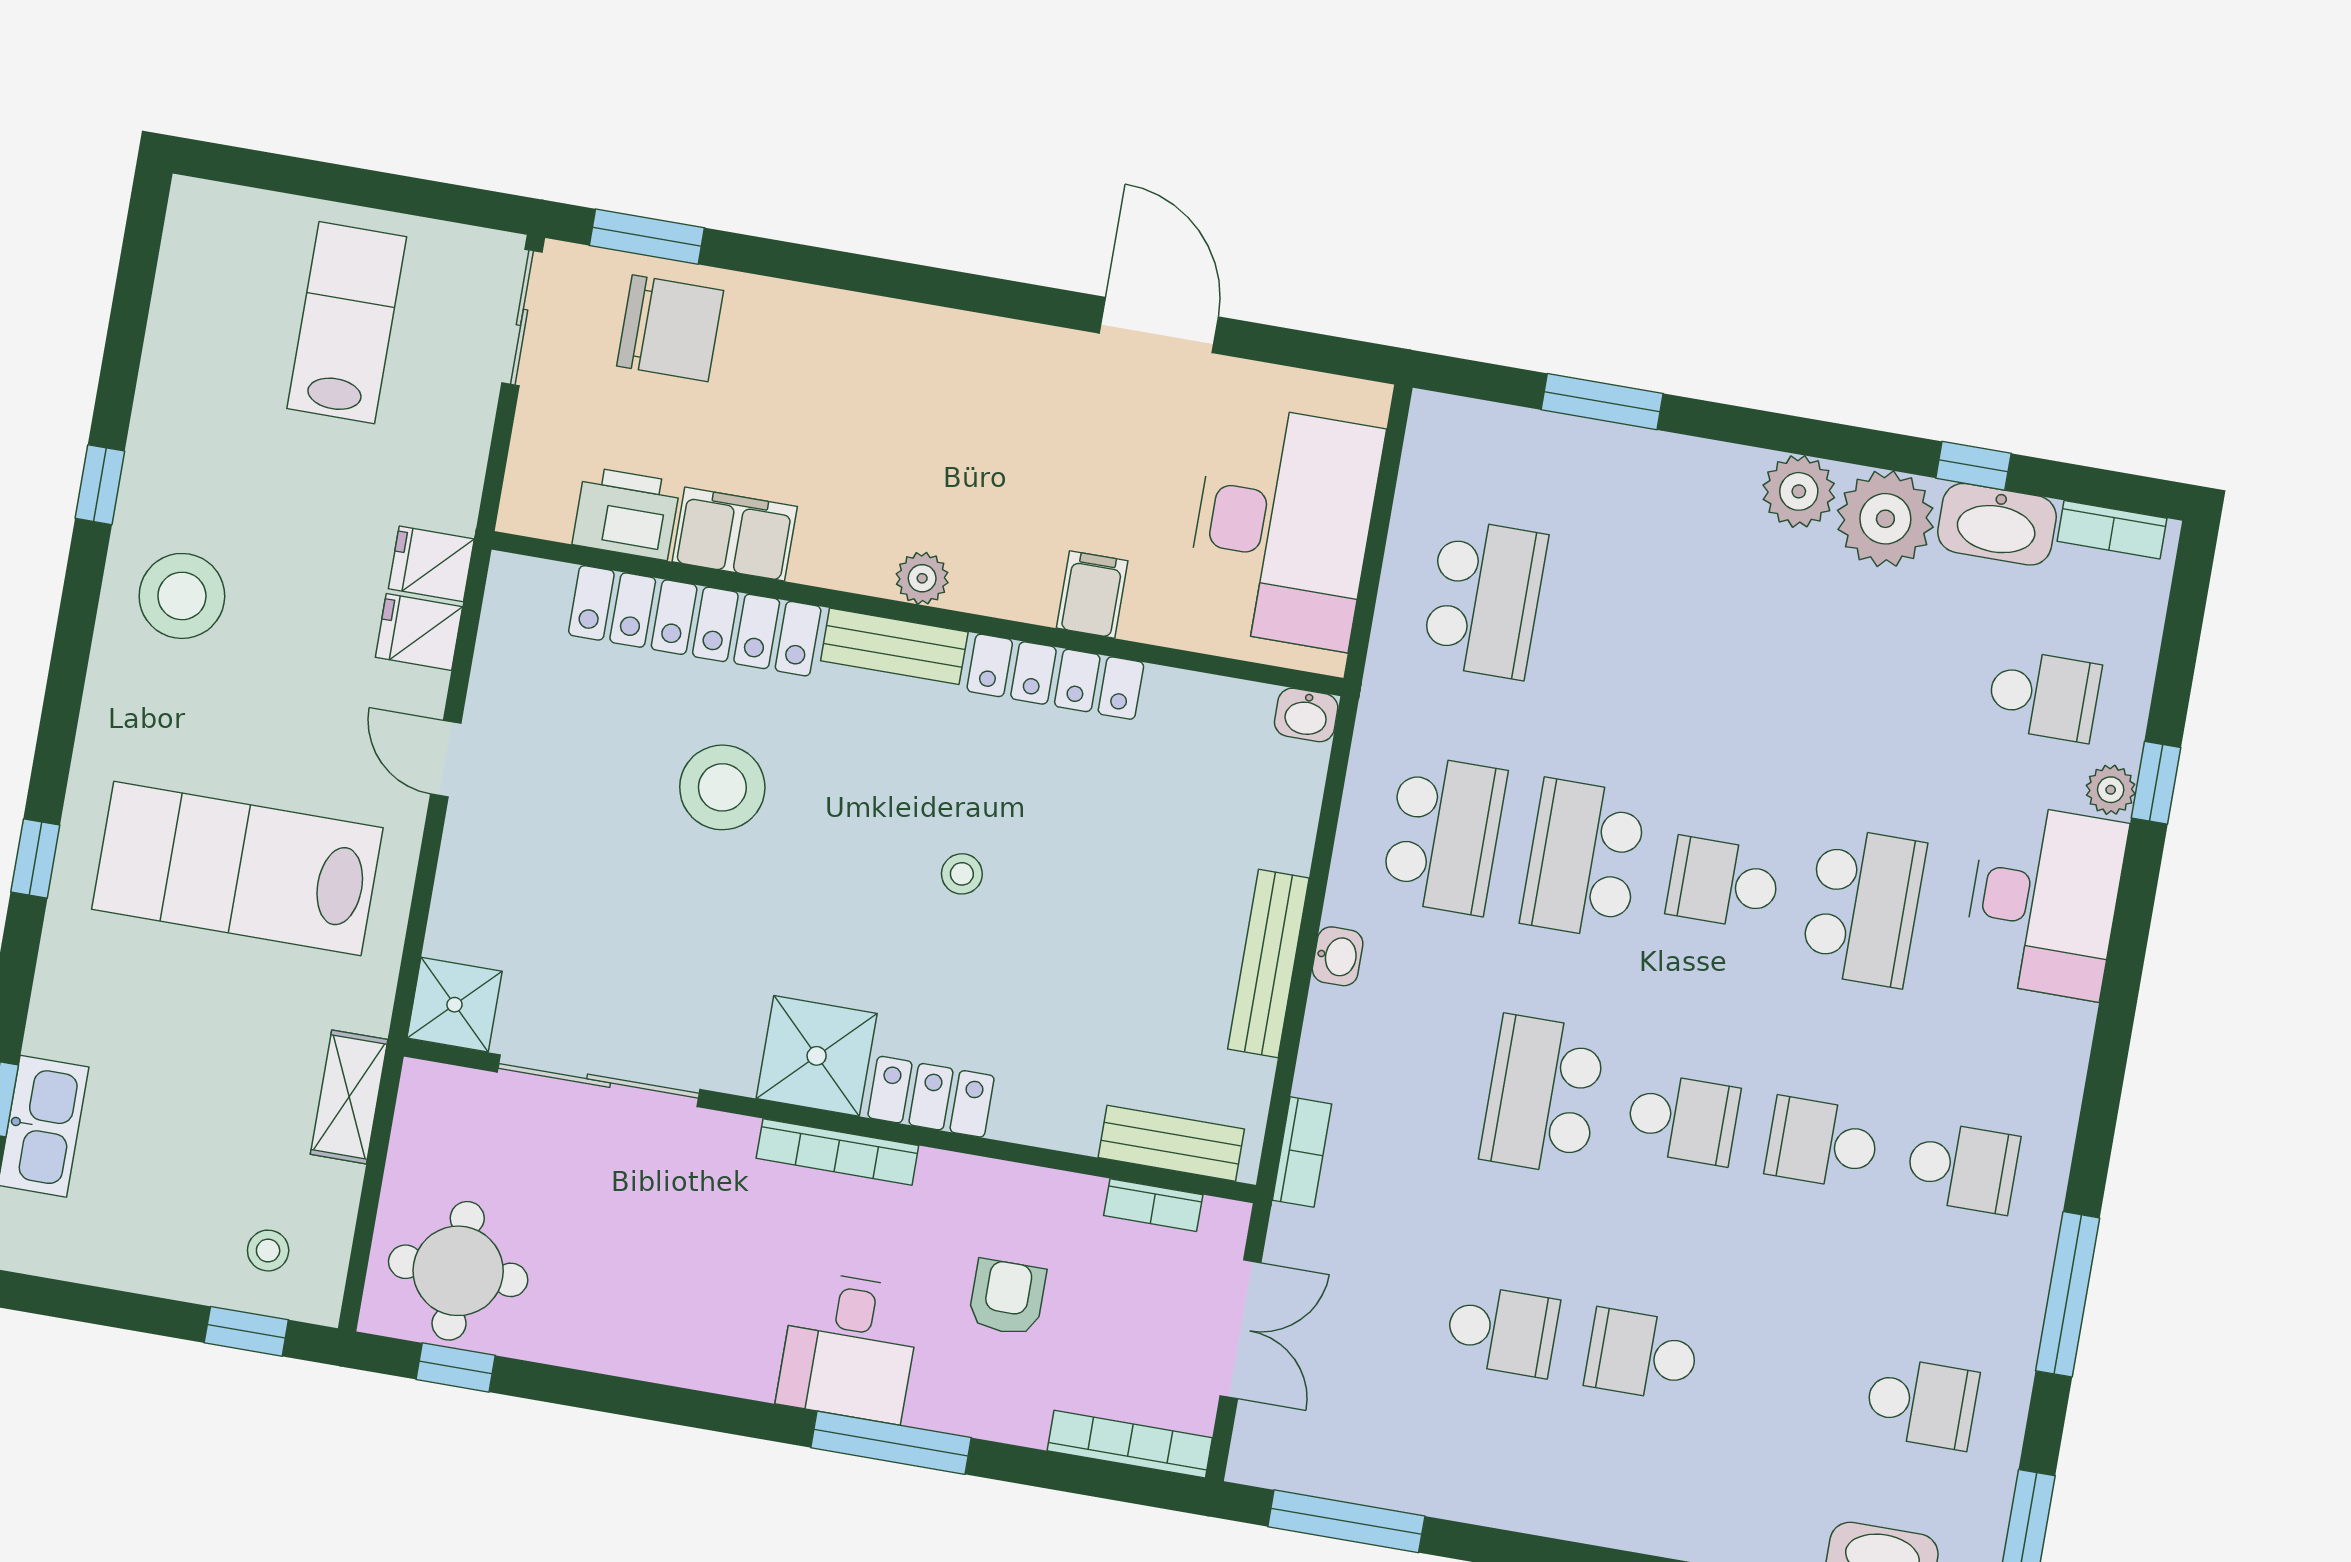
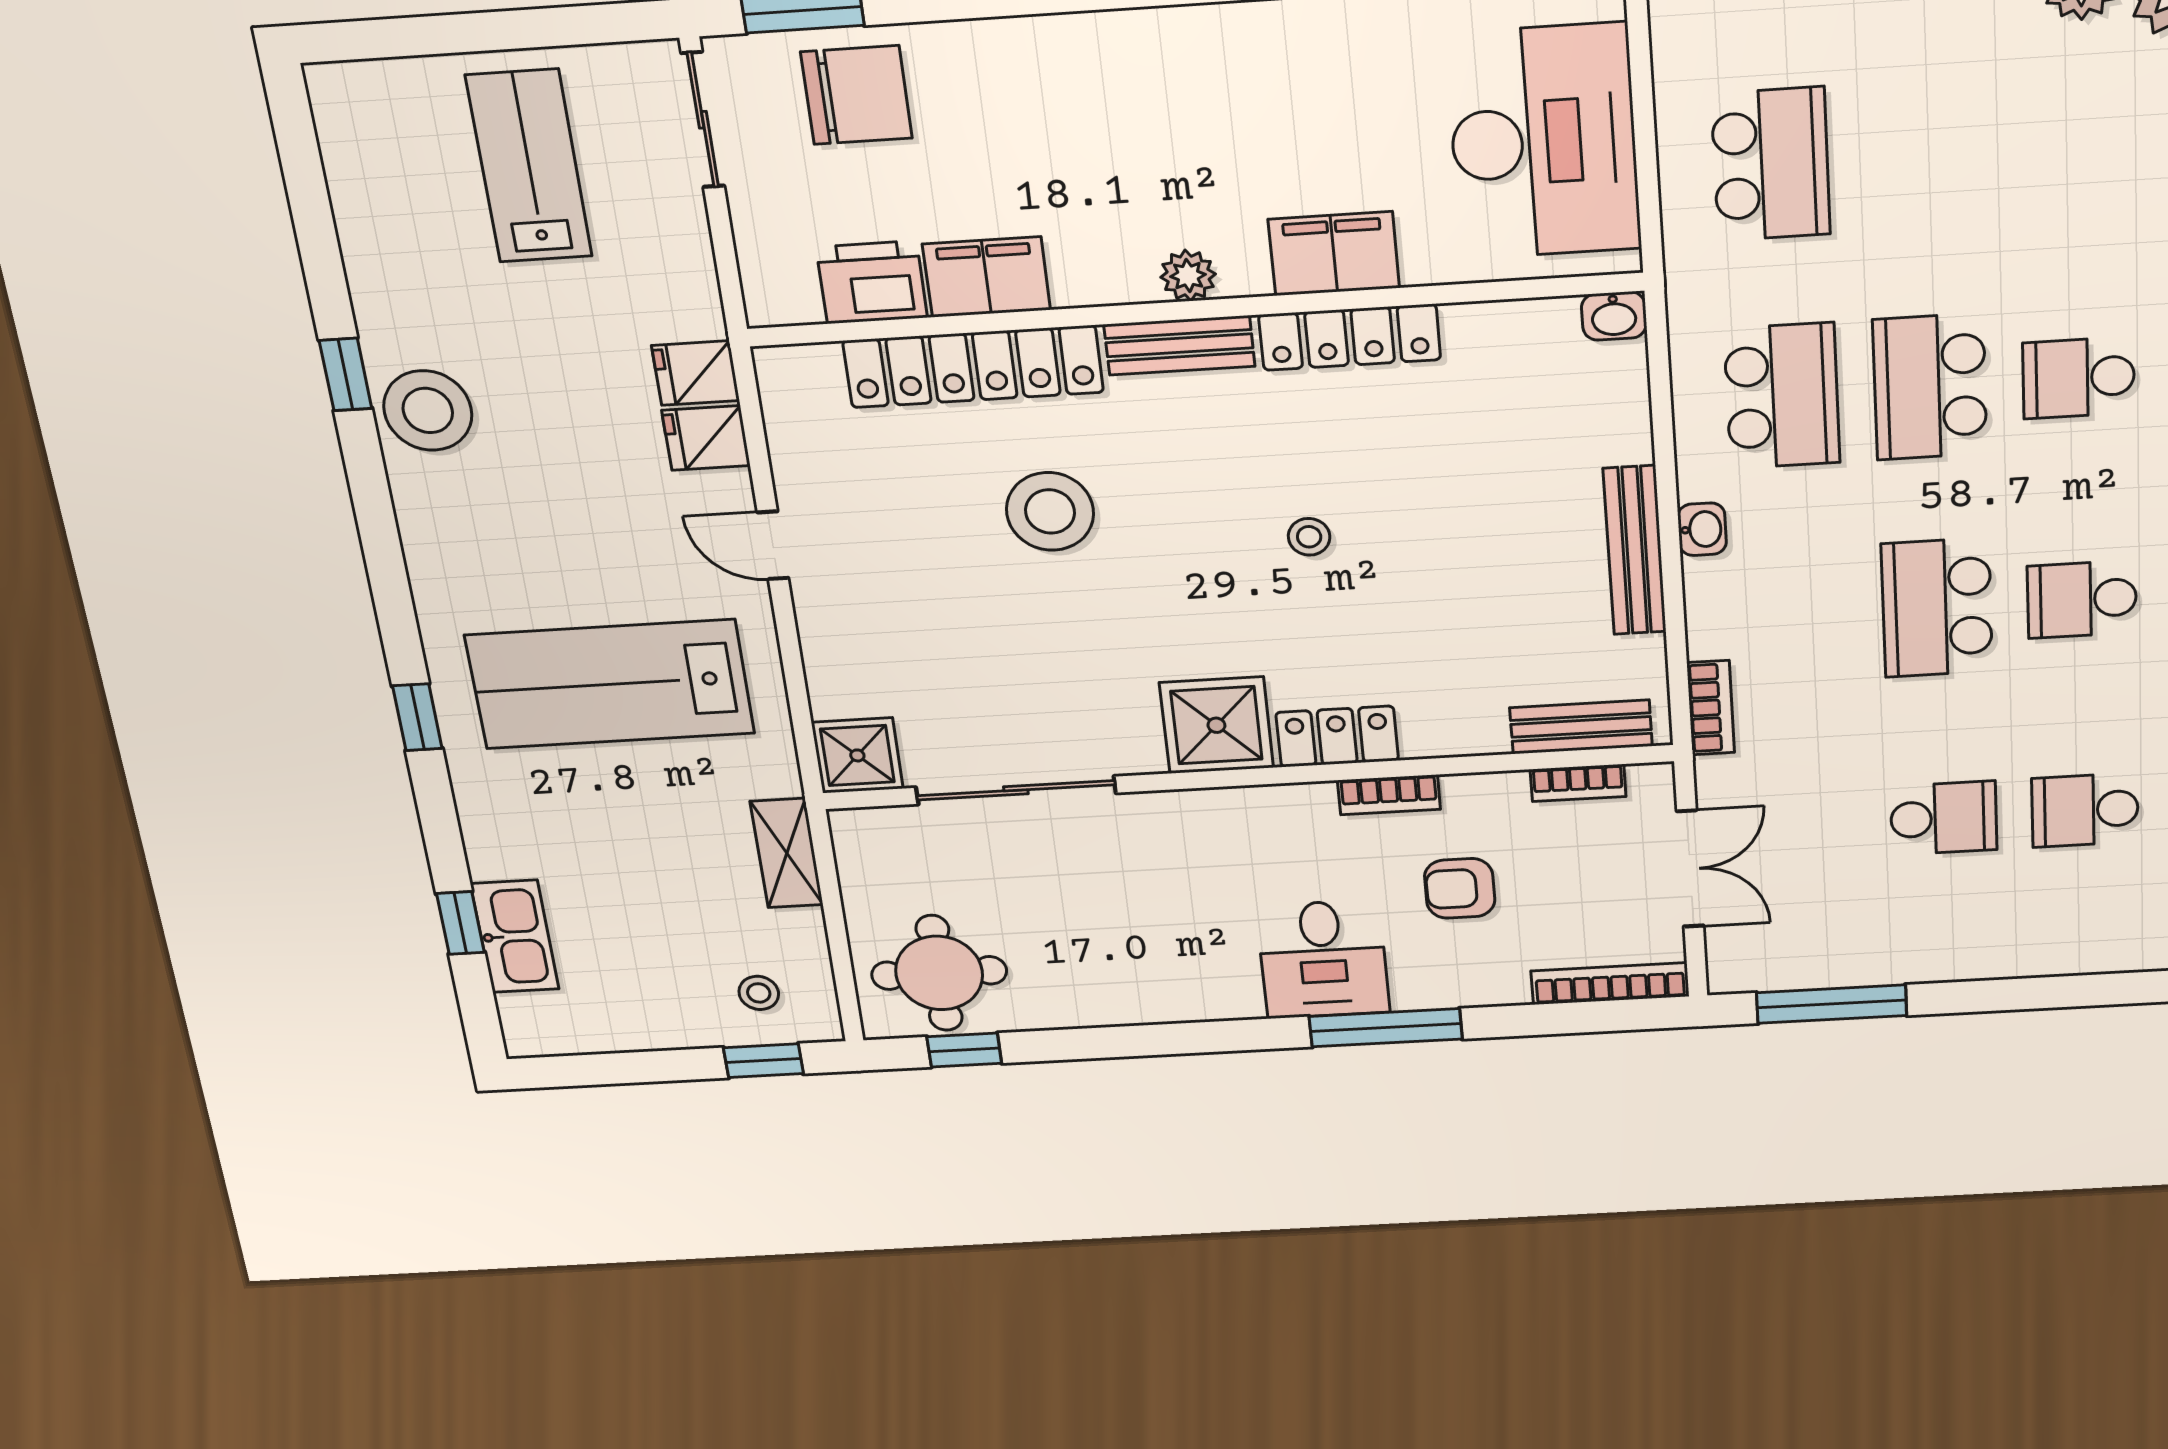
filing cabinet: (1092, 594) -> (1334, 254), width x2.00
stool: (182, 596) -> (428, 411), moved
school desk: (1683, 1119) -> (2082, 599), turned 180
bookcase: (837, 1152) -> (1389, 795), moved, width x0.64
armchair: (1007, 1297) -> (1460, 888), turned -90

